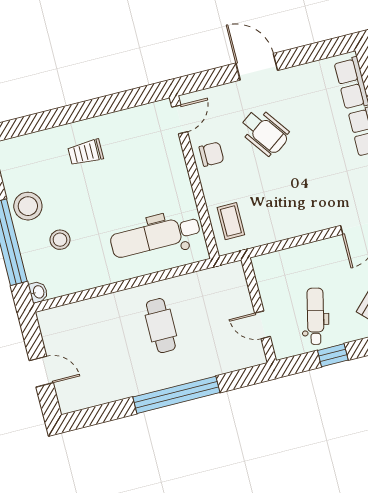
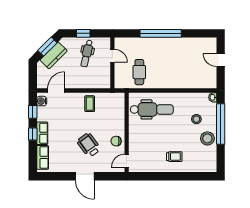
coffee table: (231, 221) -> (90, 104), moved
cafe table: (161, 326) -> (139, 72), moved

